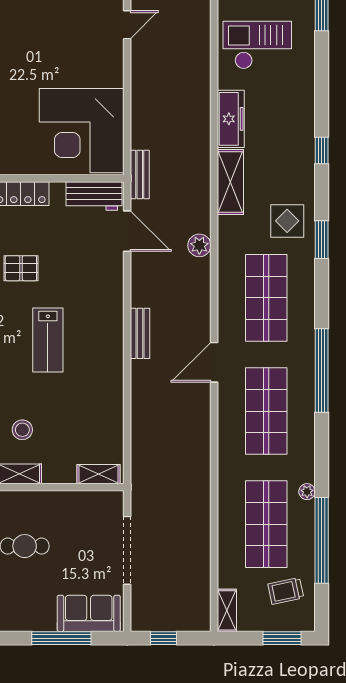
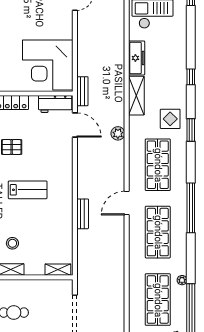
bench: (140, 333) -> (83, 214), moved
lab bench: (48, 340) -> (28, 190), turned -90

